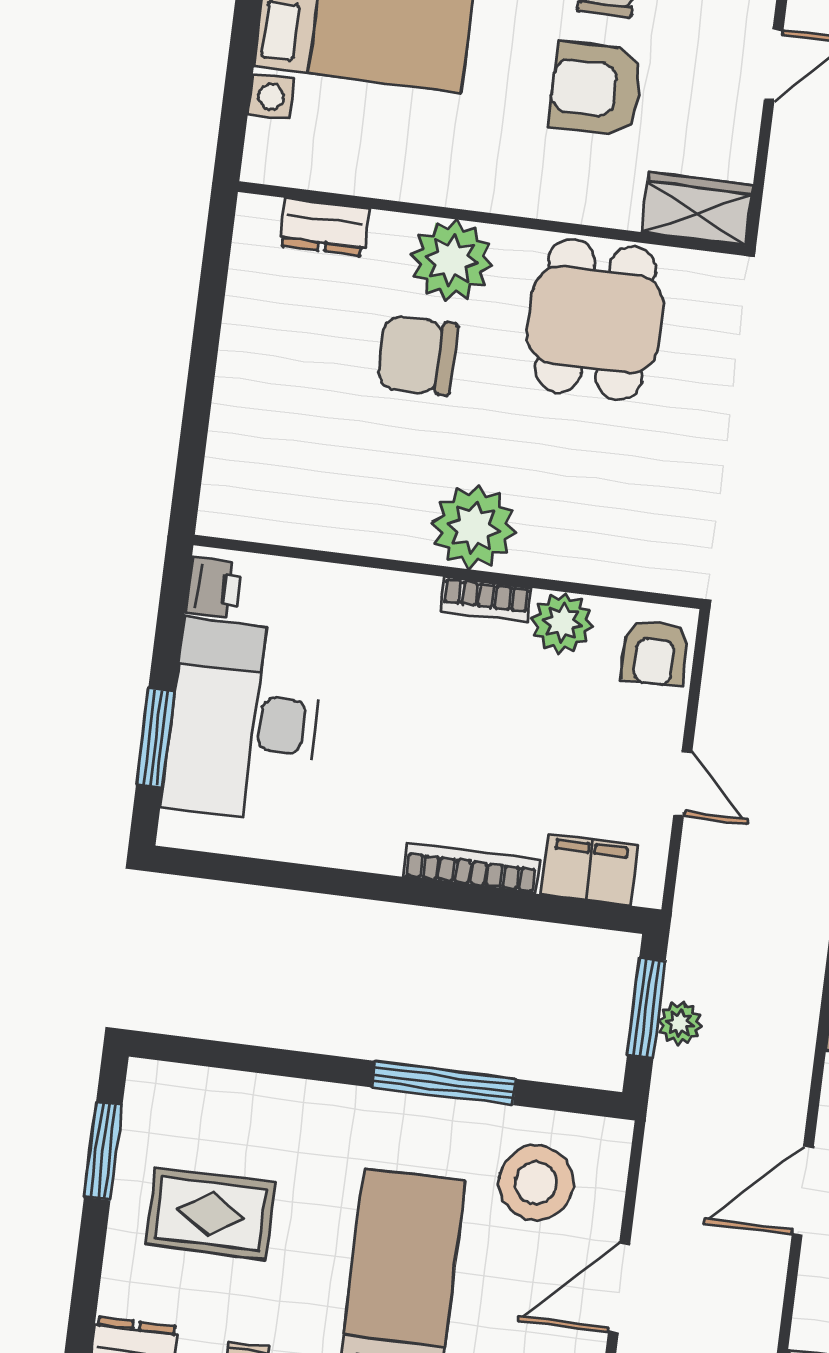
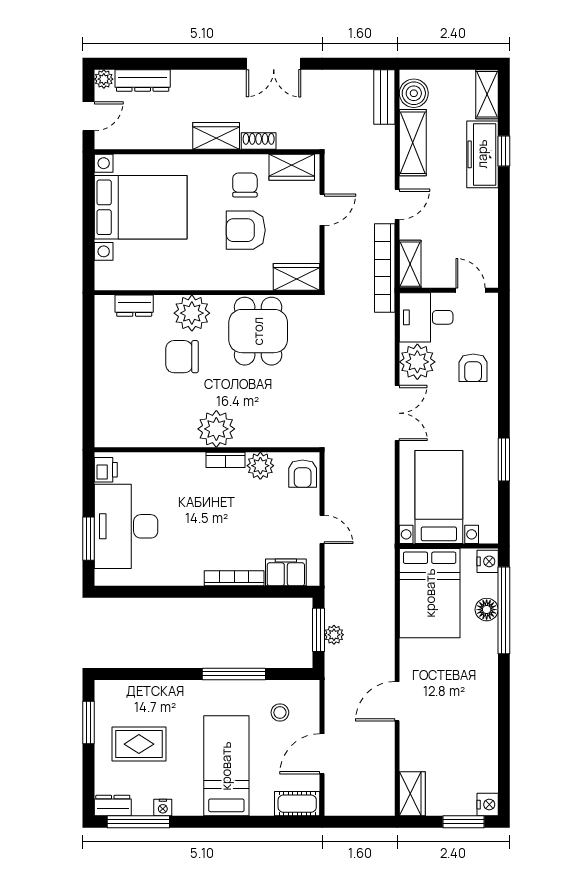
stool: (536, 1183) -> (280, 712), width x0.53, depth x0.53

